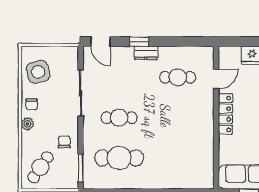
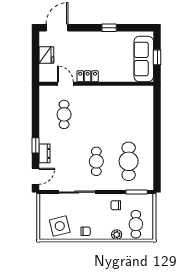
dresser: (146, 53) -> (45, 153), moved
locker: (225, 114) -> (88, 76), width x0.66
plant: (27, 124) -> (117, 235), moved
cafe table: (40, 167) -> (136, 224), turned 56

